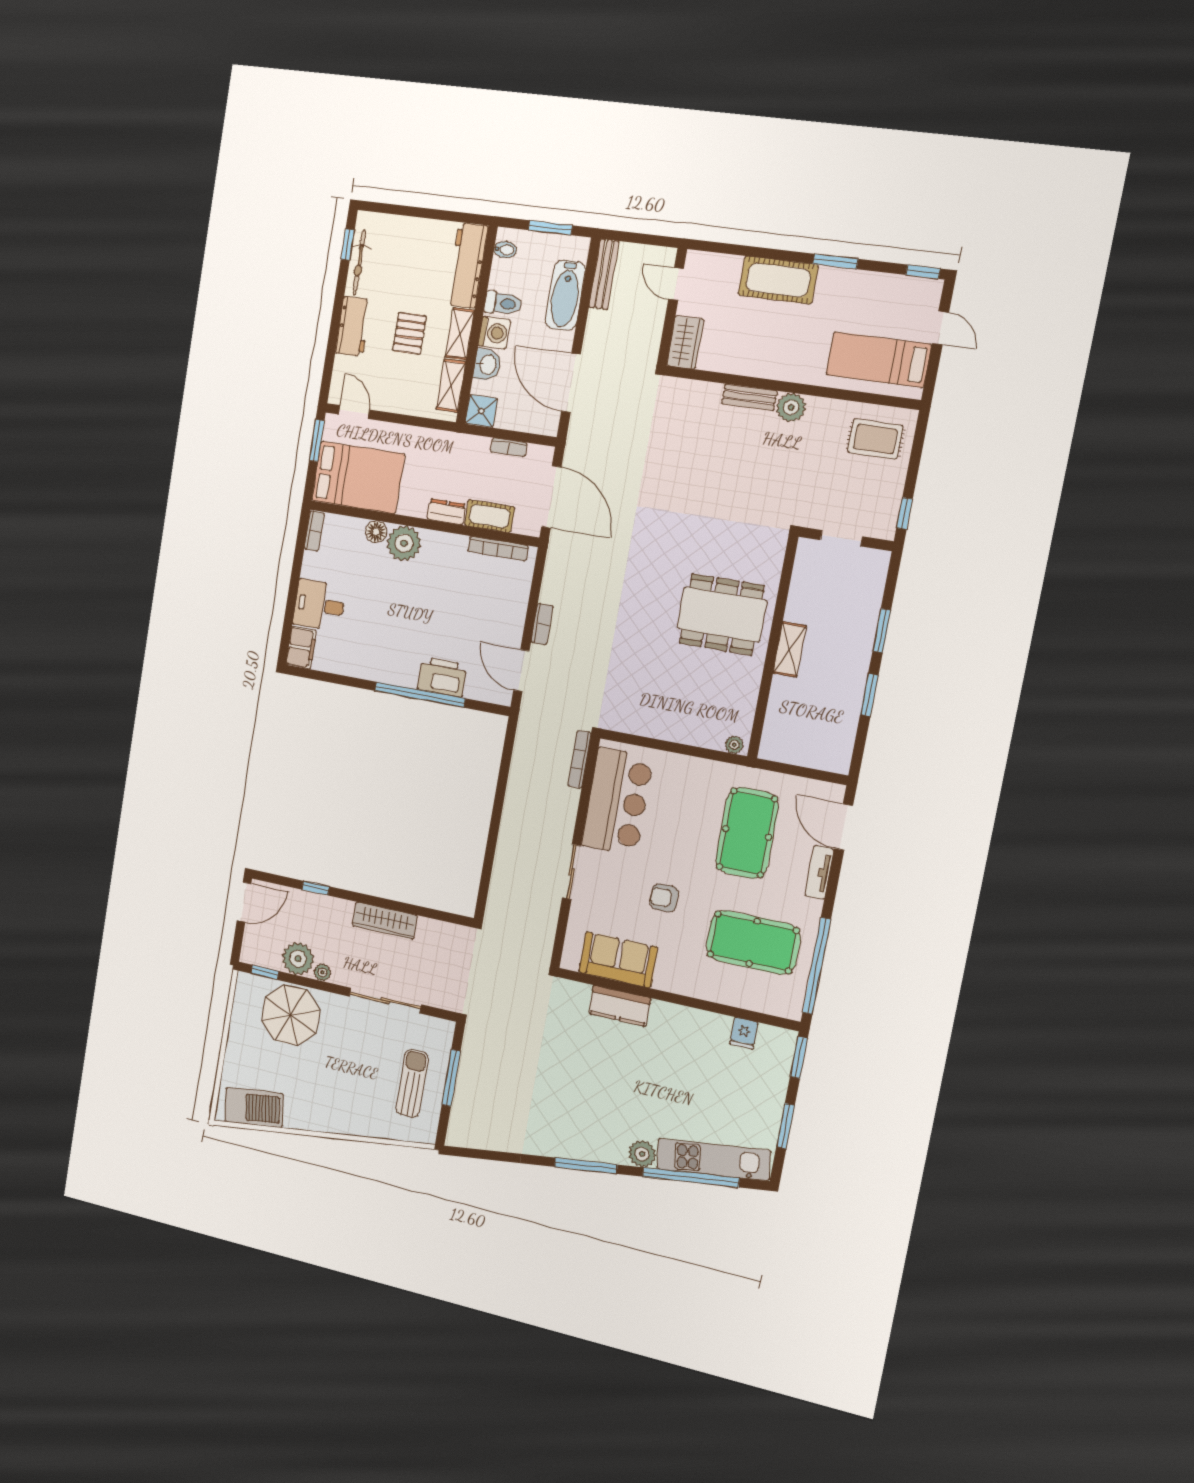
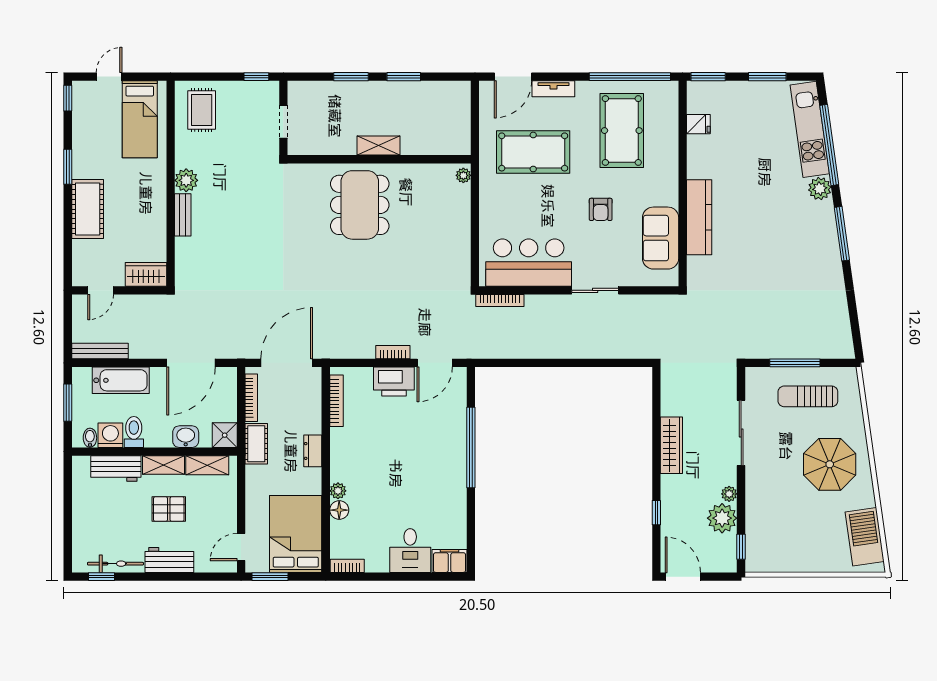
workbench: (467, 265) -> (116, 469), width x0.73
washing machine: (494, 333) -> (110, 435), moved
bookcase: (509, 447) -> (251, 398), width x1.56
cot: (489, 516) -> (256, 444), moved
plant: (404, 543) -> (338, 491), width x0.53, depth x0.53
printer: (442, 677) -> (394, 381), moved, turned -90
kitchen counter: (620, 1006) -> (699, 217), width x1.50
parasol: (291, 1015) -> (830, 464), moved

